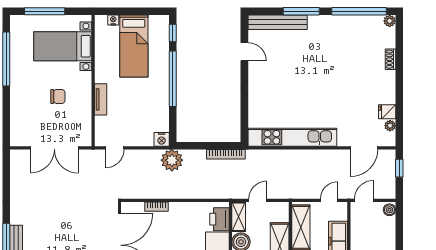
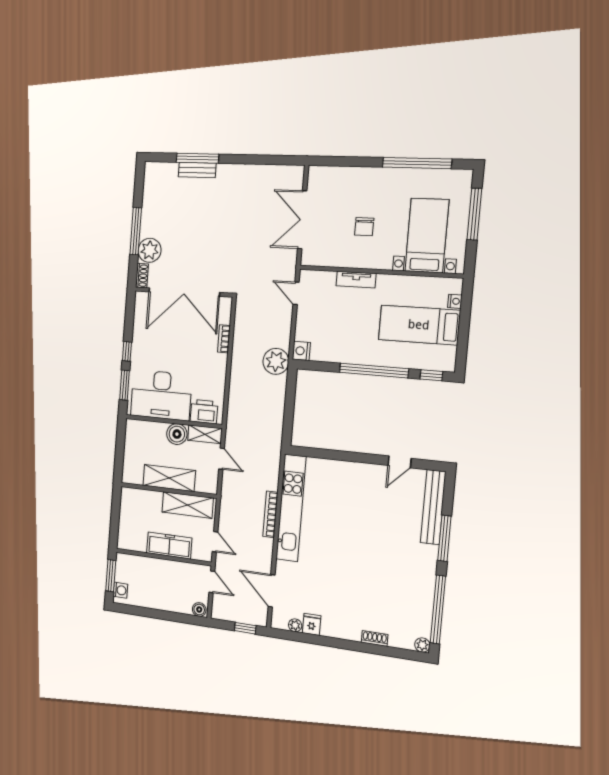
bookcase: (226, 154) -> (270, 514), moved

